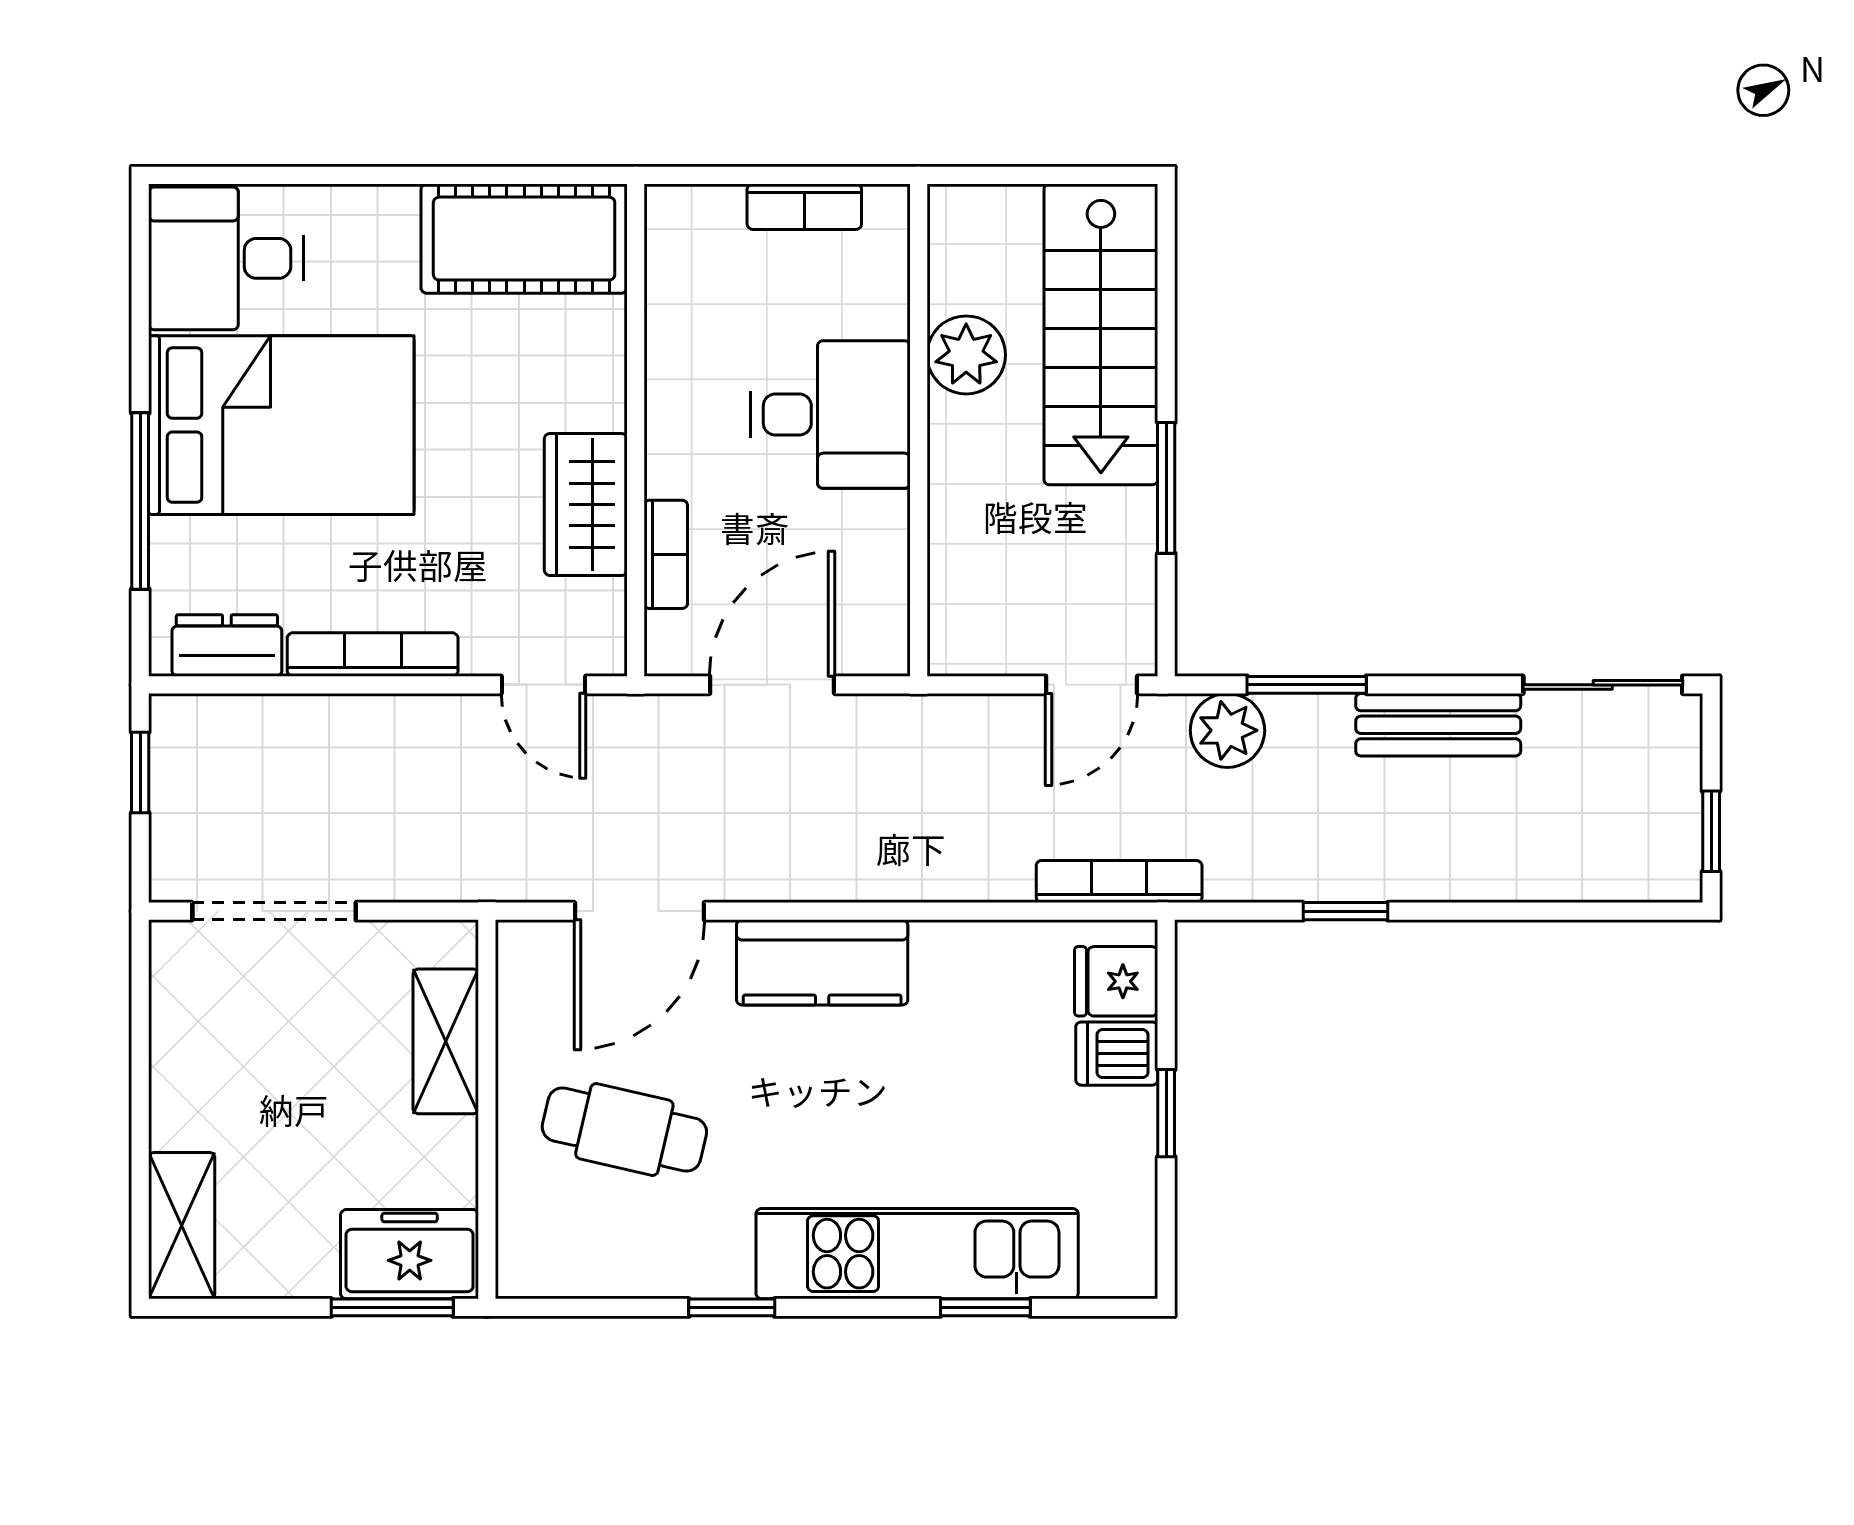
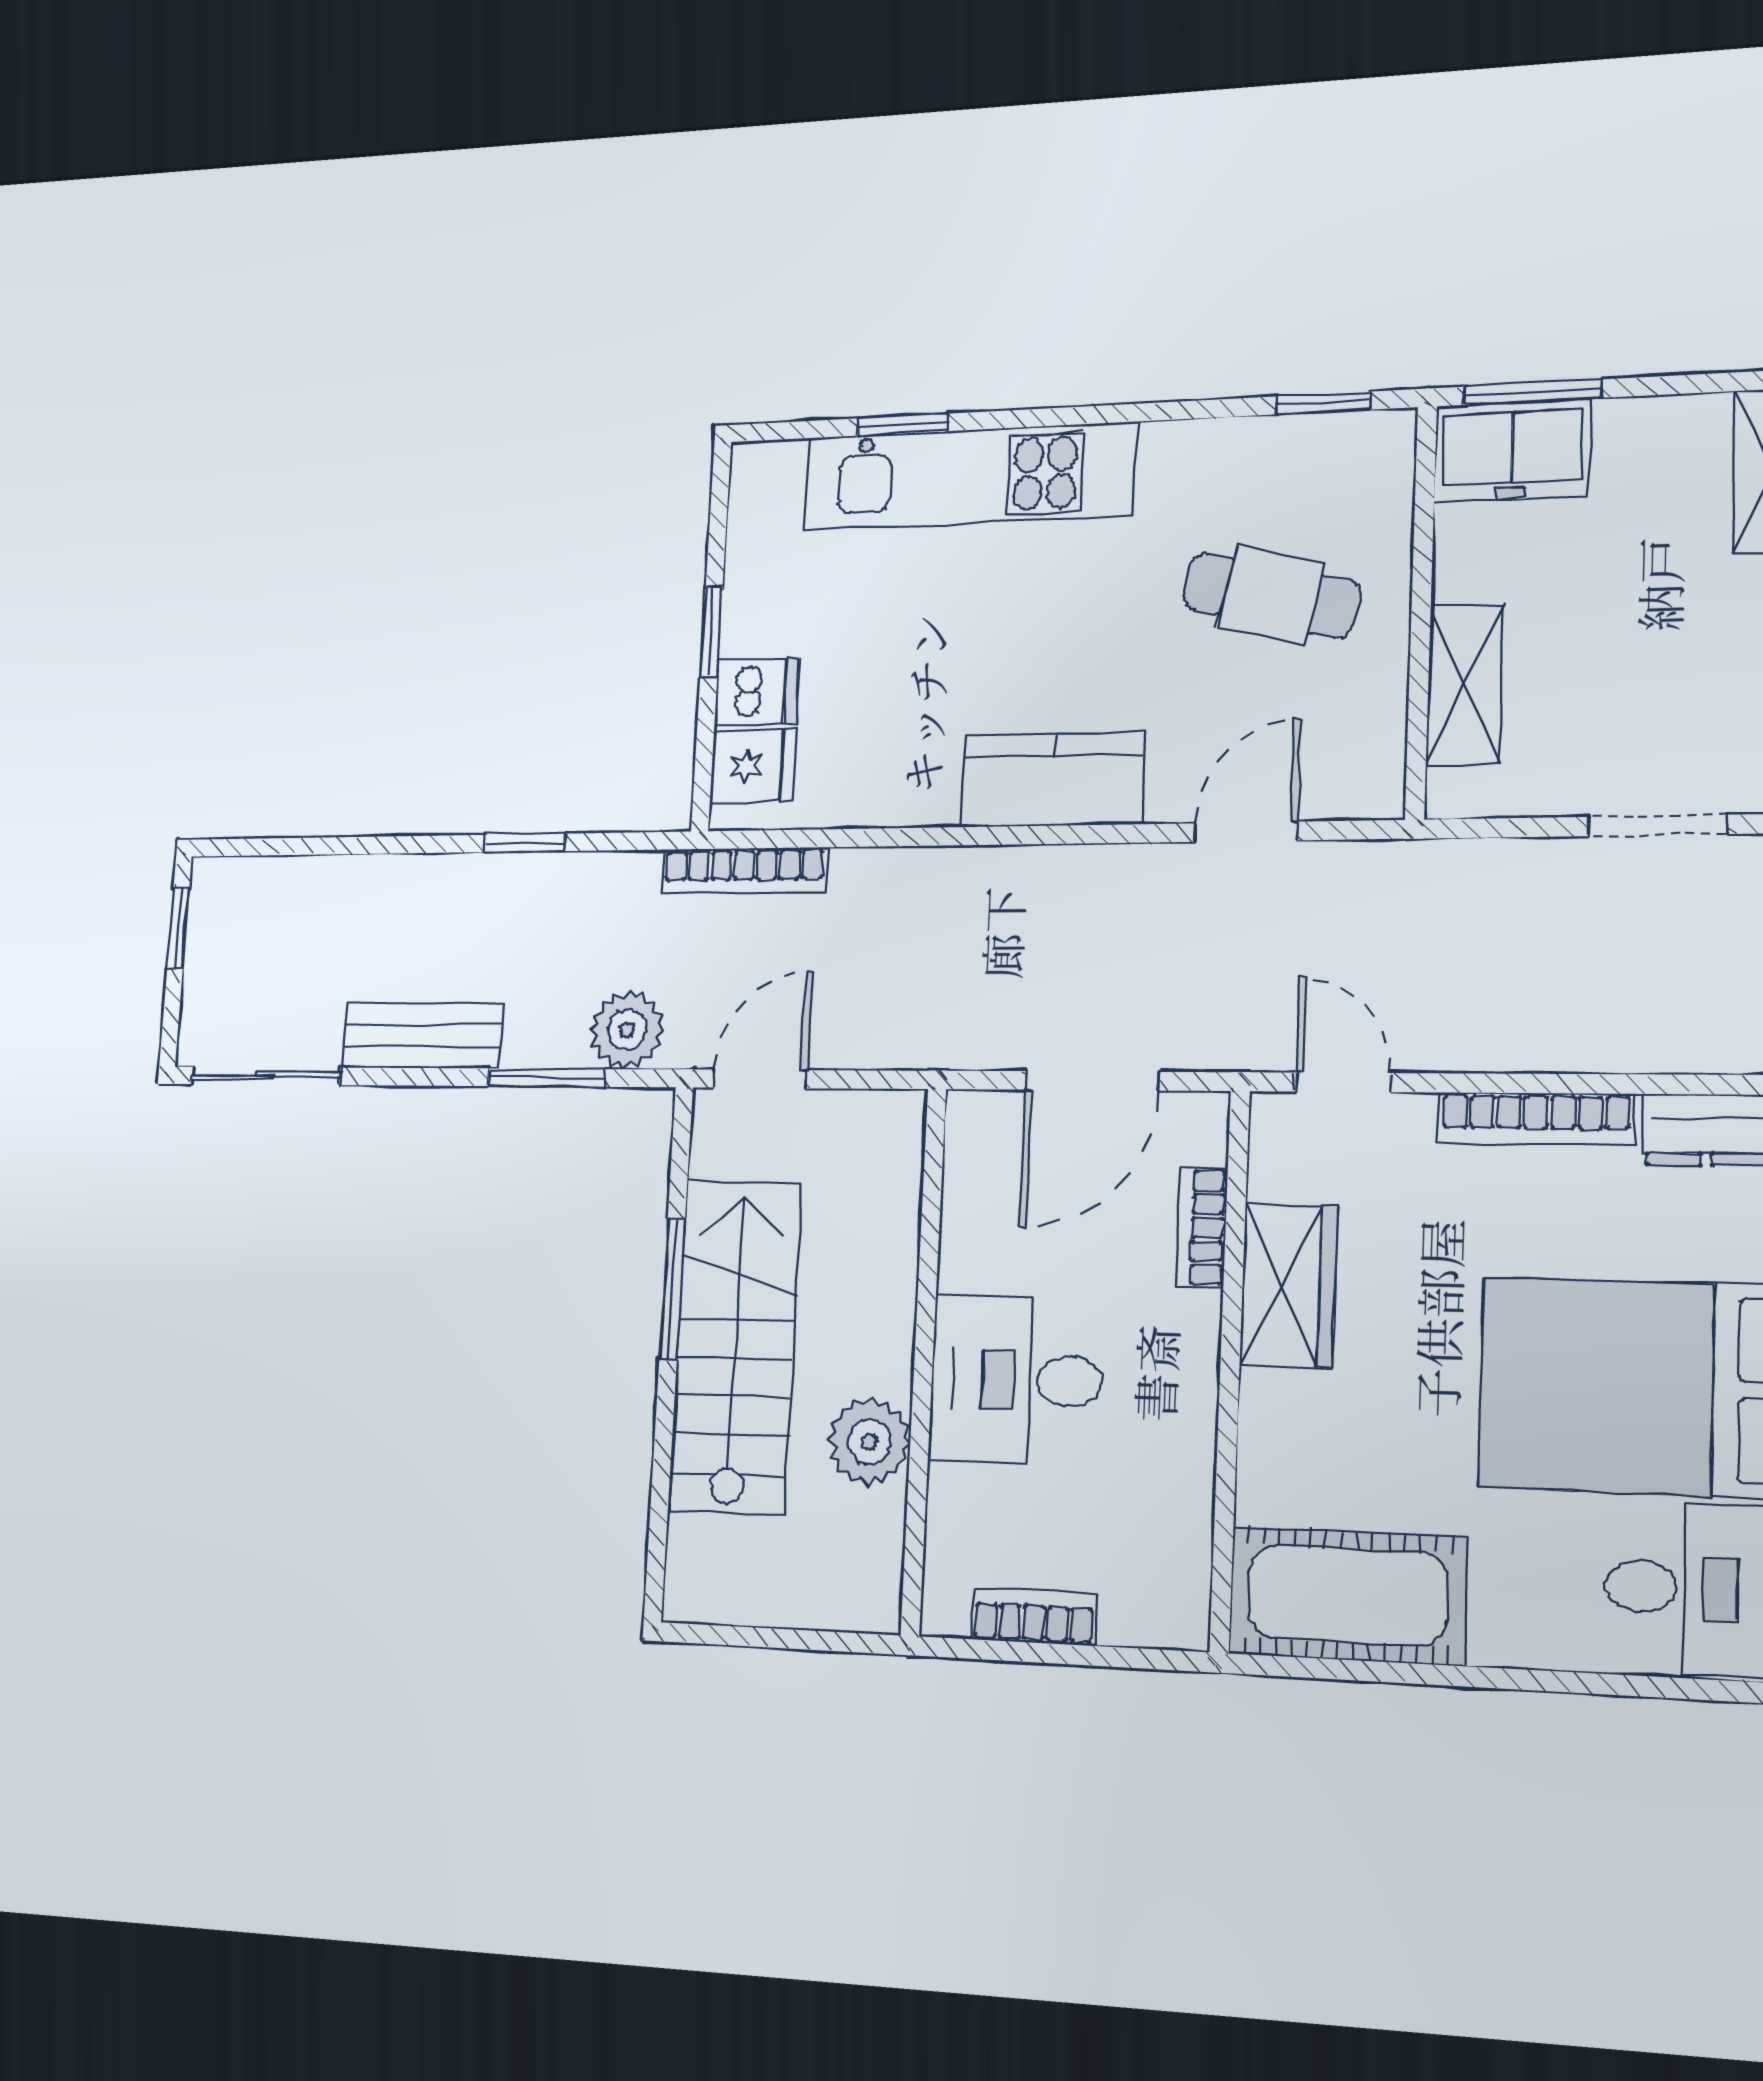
stairs: (1101, 334) -> (735, 1347), moved
doorway: (274, 911) -> (1657, 825), width x0.73
door: (639, 911) -> (1246, 832), width x0.73
window: (732, 1307) -> (1323, 403), moved

